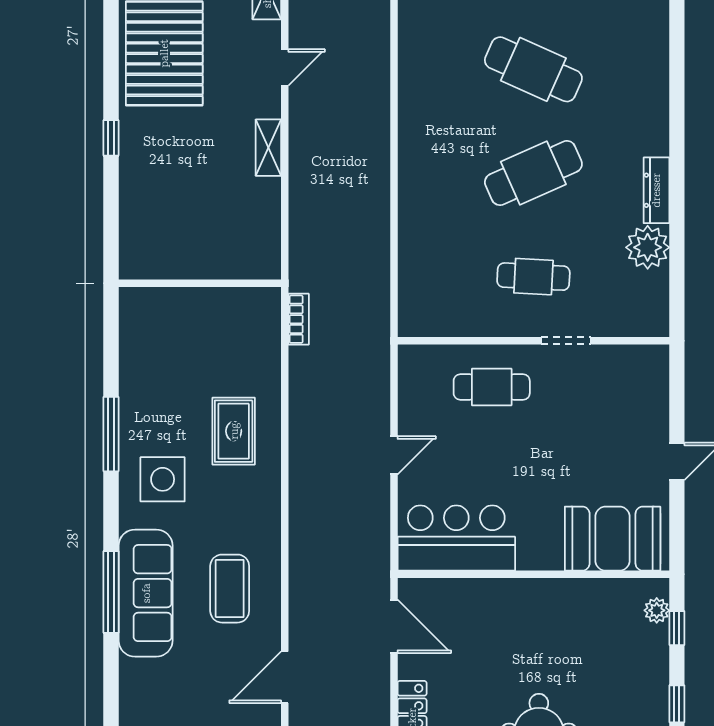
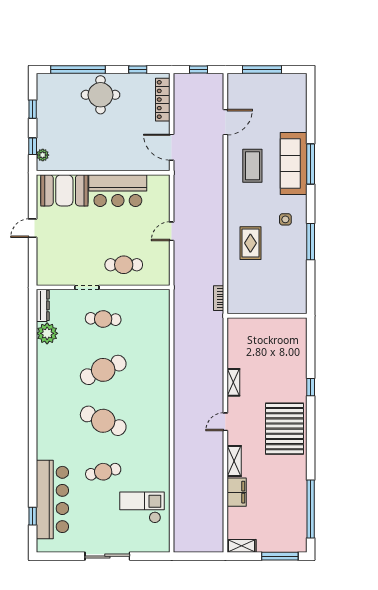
dresser: (656, 190) -> (43, 305), moved
side table: (163, 479) -> (285, 219), width x0.54, depth x0.54
bar counter: (456, 538) -> (118, 191), moved

